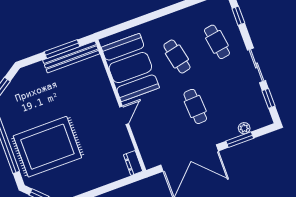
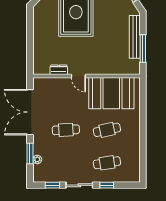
window: (238, 16) -> (107, 185), moved
bench: (71, 57) -> (135, 37), moved
dresser: (133, 163) -> (59, 70), moved

